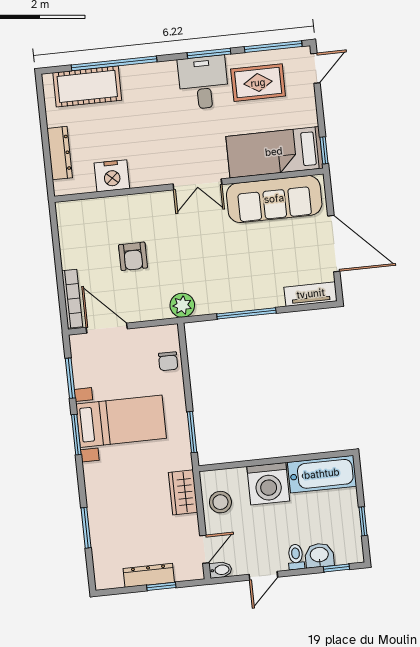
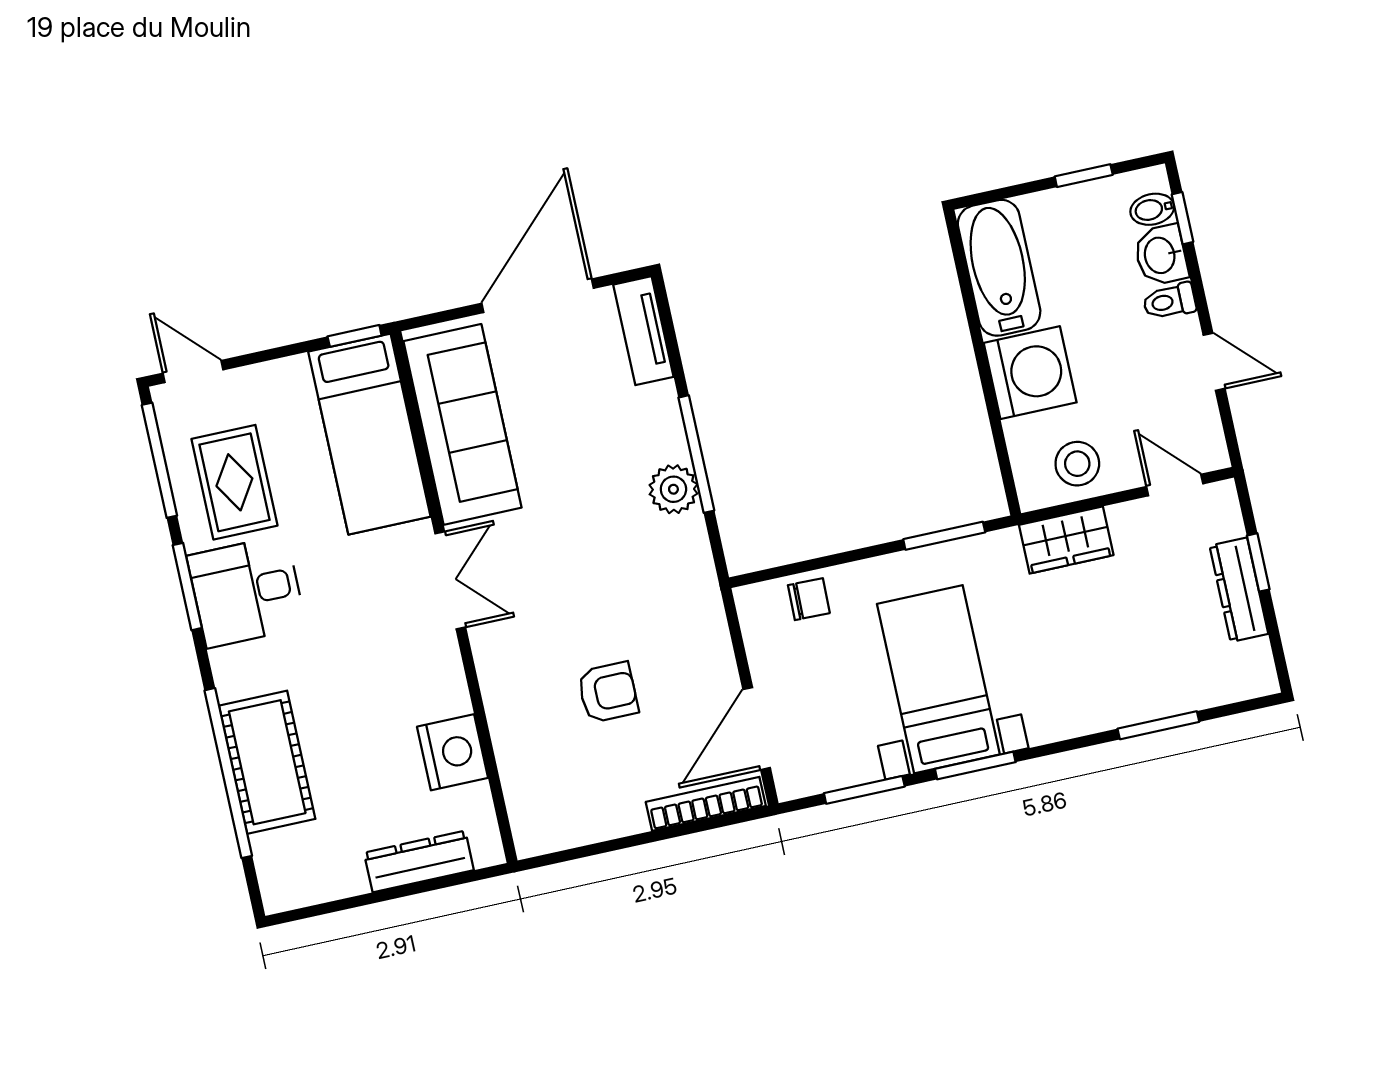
cot: (87, 86) -> (267, 762), moved
plant: (182, 305) -> (673, 489), moved
bidet: (220, 570) -> (1152, 209), moved, turned -90

